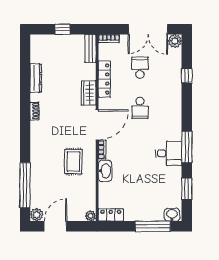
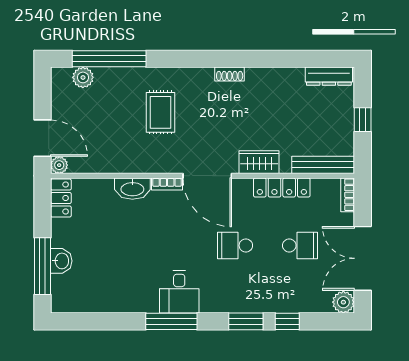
bench: (90, 48) -> (323, 165), width x1.36
dresser: (36, 78) -> (329, 76), moved
desk: (169, 153) -> (179, 292), moved
rug: (73, 162) -> (160, 112), moved, turned 90
window: (187, 189) -> (246, 321), moved
plant: (37, 215) -> (83, 77), moved
washbasin: (172, 215) -> (61, 261), moved
door: (55, 226) -> (42, 138), moved

